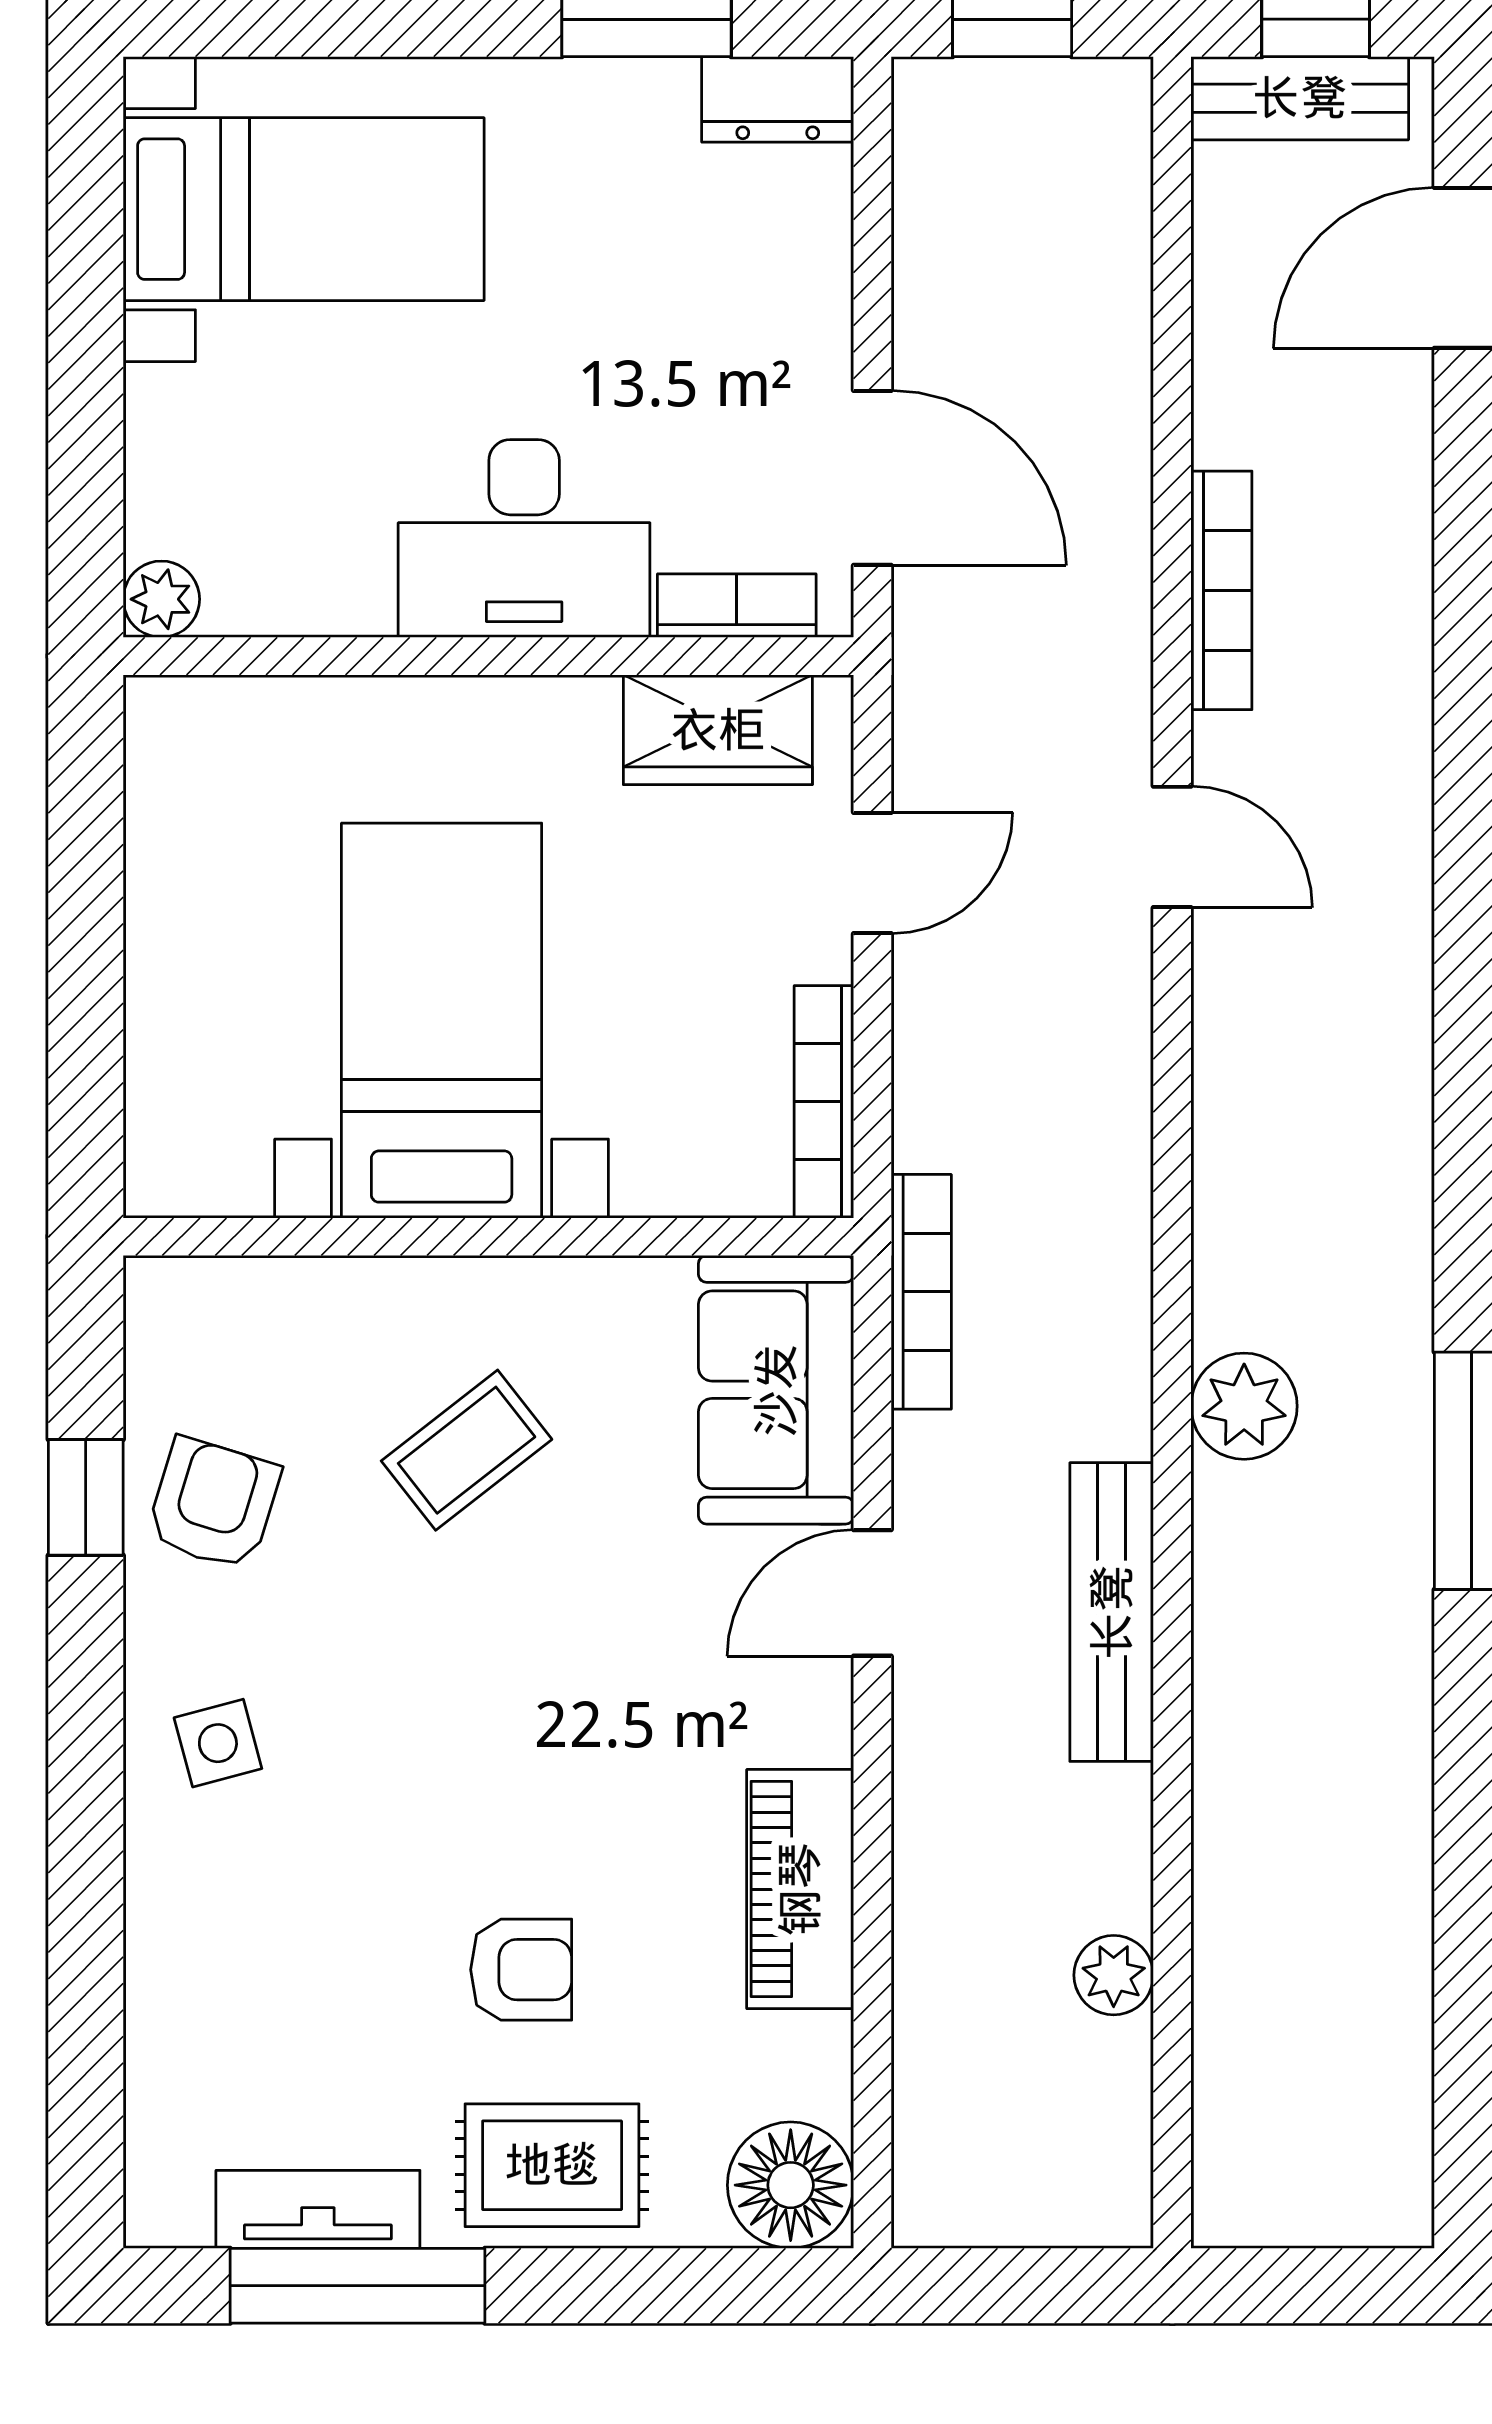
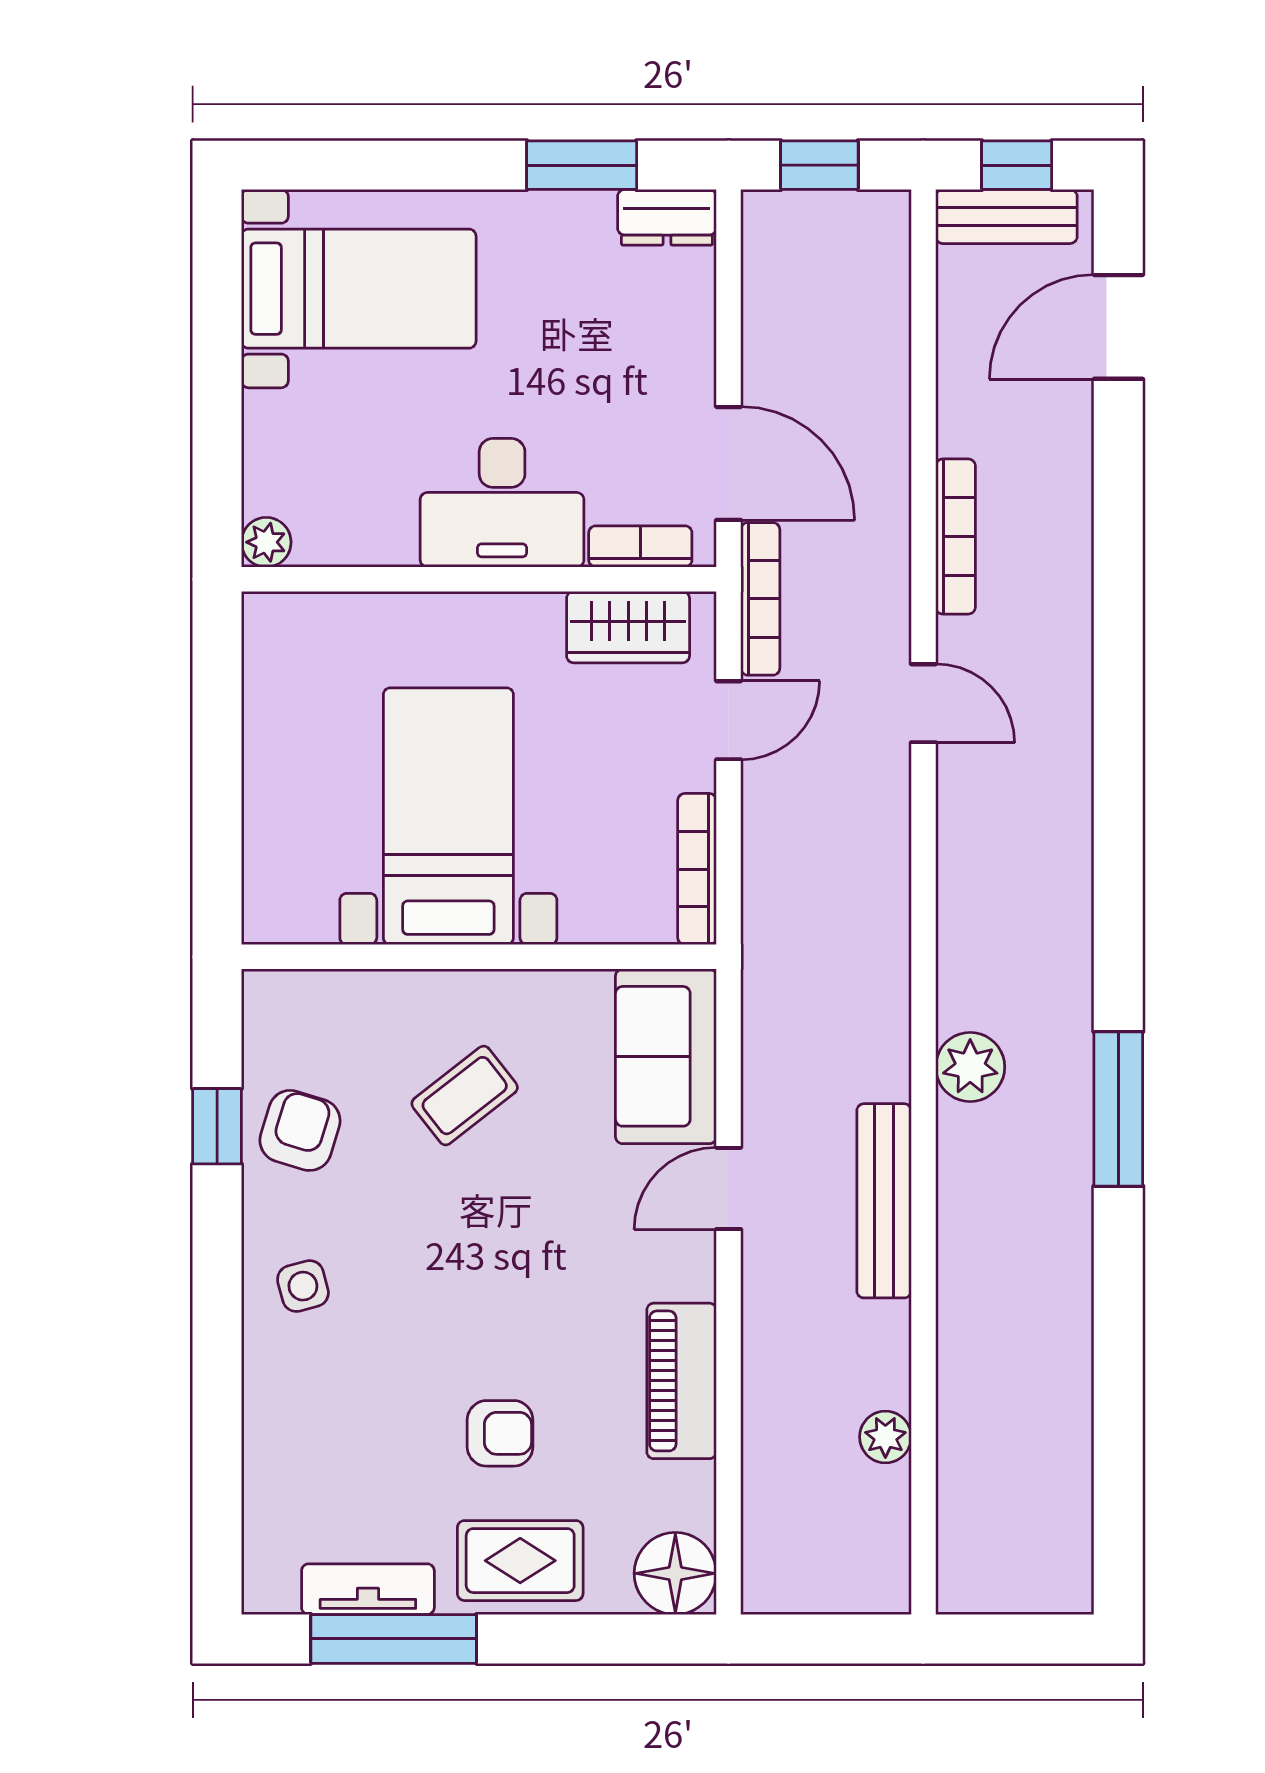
bookcase: (921, 1292) -> (760, 599), moved

